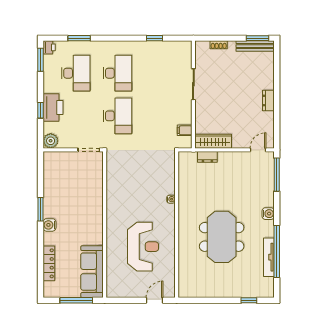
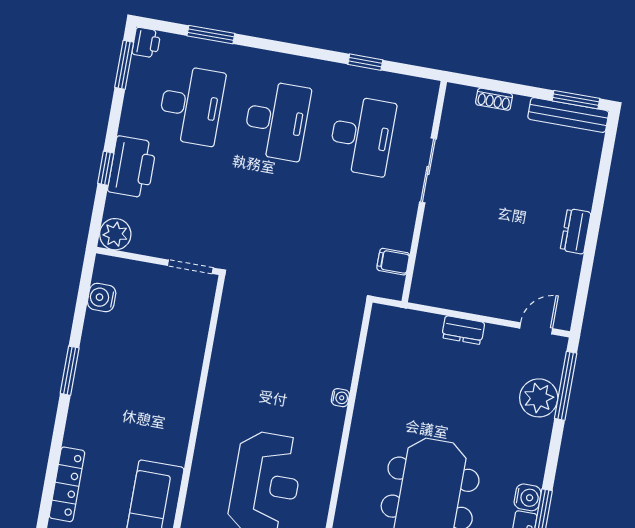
desk: (117, 116) -> (362, 136), moved
wardrobe: (213, 141) -> (448, 294), removed
dresser: (207, 157) -> (463, 330), moved
plant: (265, 183) -> (539, 398), added
water cooler: (268, 214) -> (528, 497), moved
water cooler: (49, 225) -> (102, 298), moved

